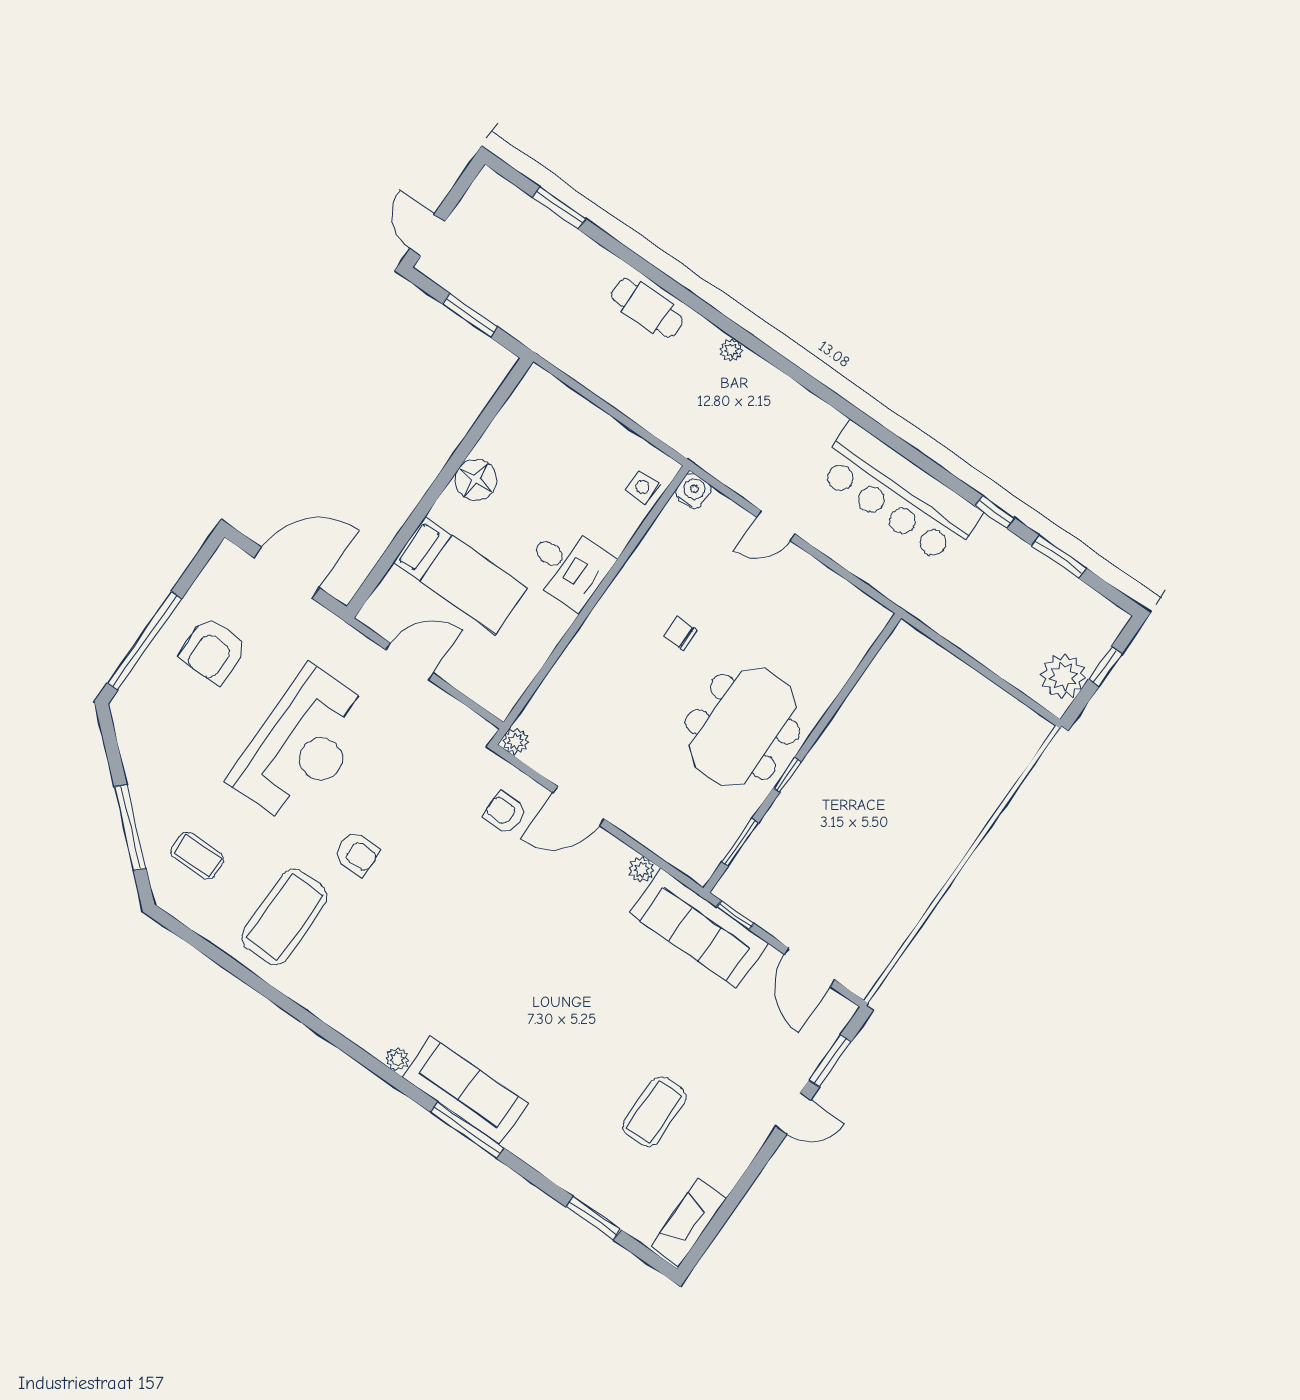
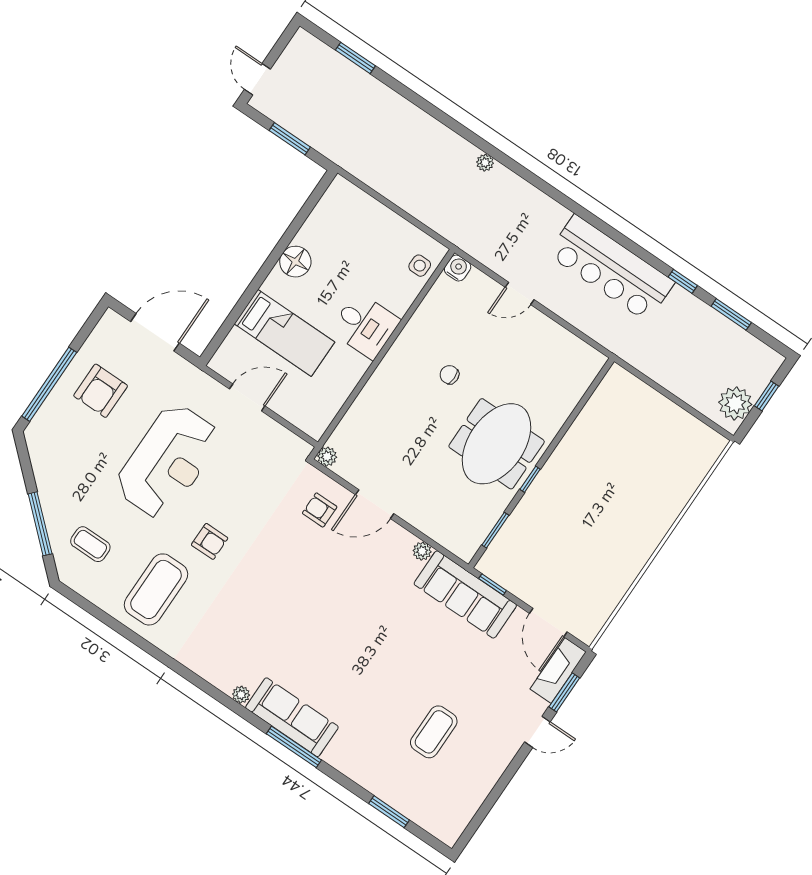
cafe table: (647, 308) -> (422, 132), removed
fireplace: (689, 1222) -> (558, 670), moved

